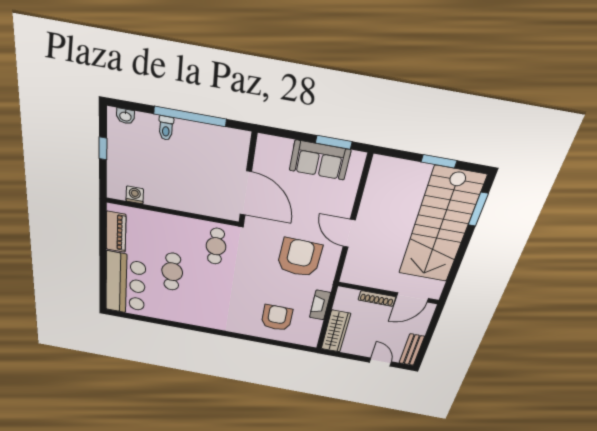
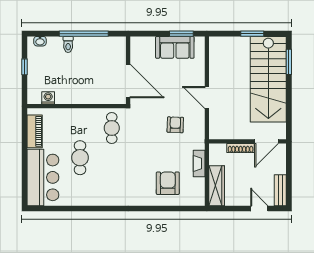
armchair: (299, 258) -> (175, 125), width x0.53, depth x0.53

